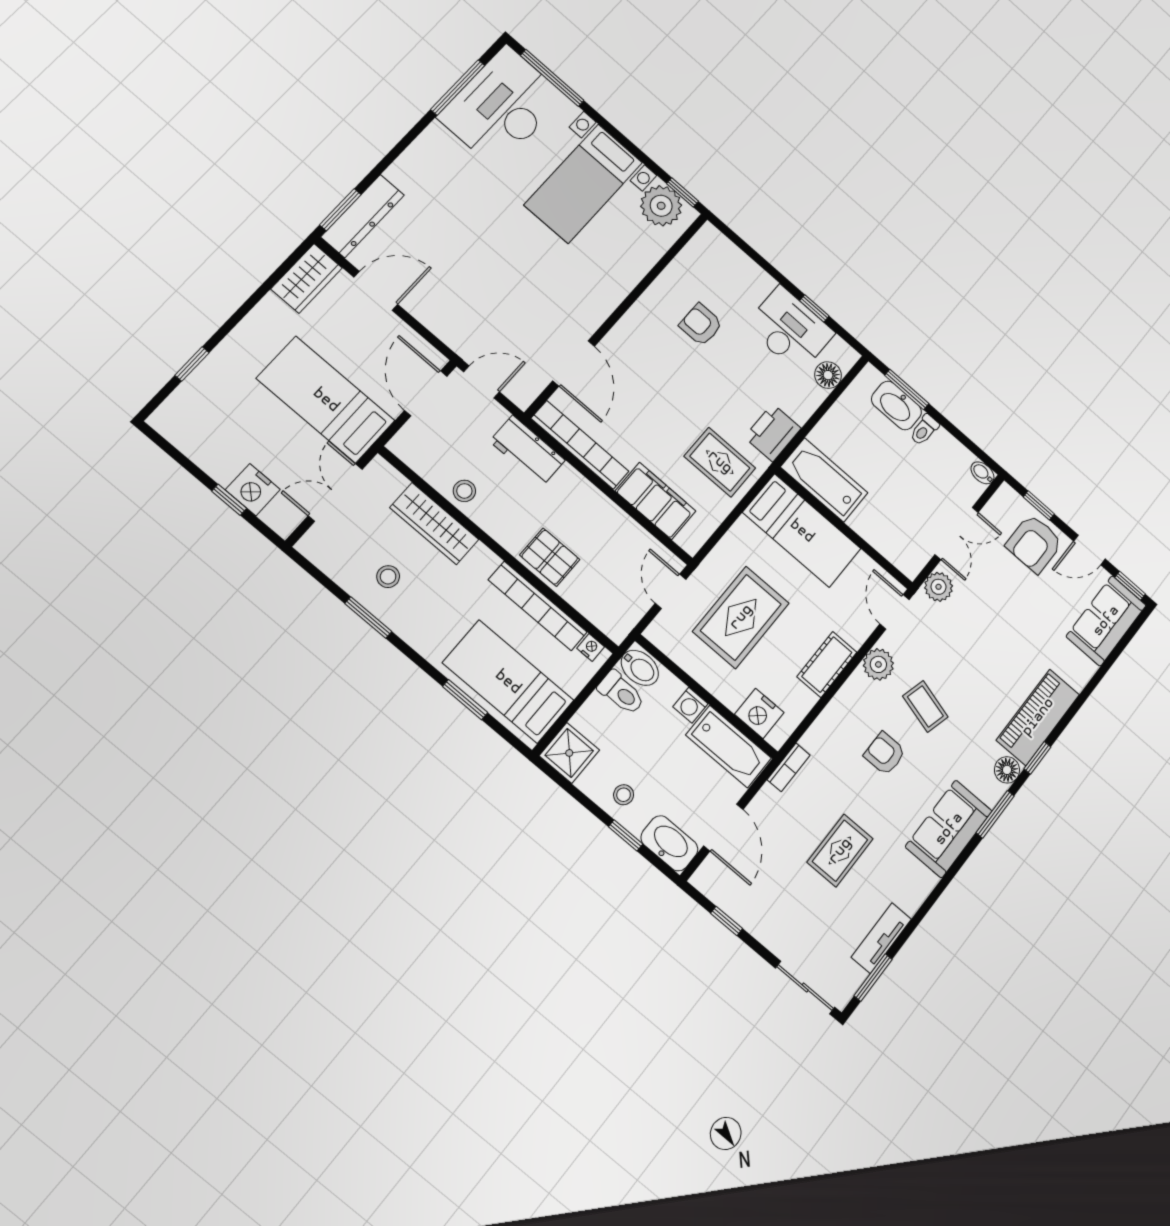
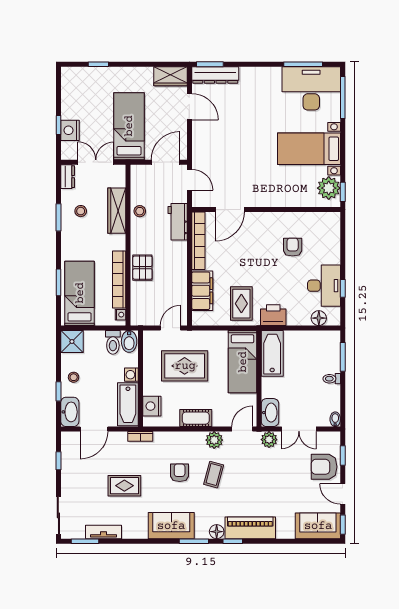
washbasin: (896, 405) -> (270, 413), moved, turned 180
dresser: (319, 552) -> (68, 177), added

